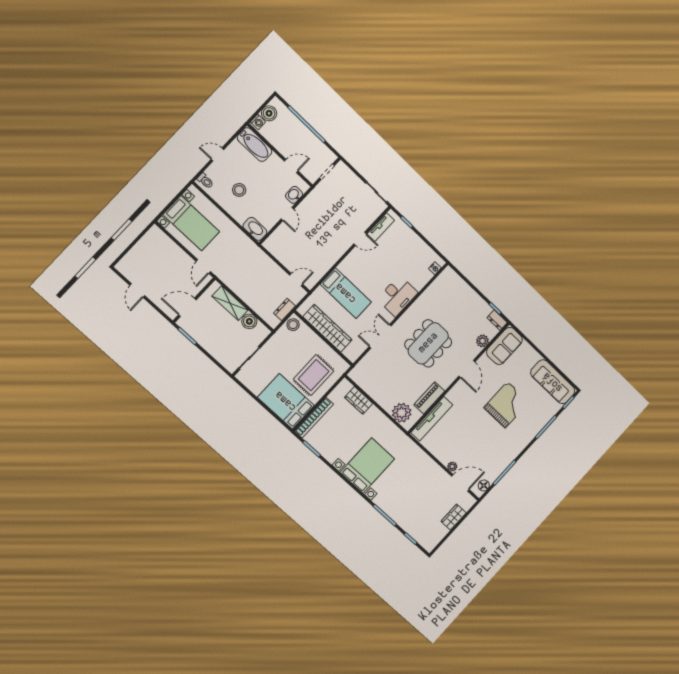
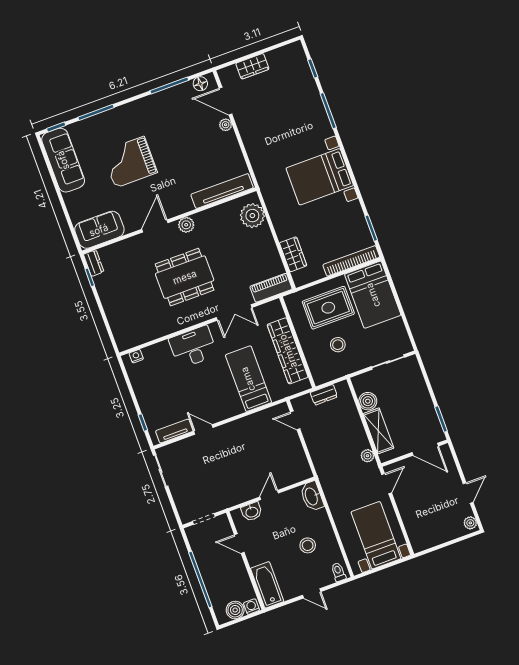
plant: (124, 269) -> (470, 523), added
plant: (229, 280) -> (367, 456), added
stool: (293, 325) -> (338, 345), moved
plant: (482, 341) -> (186, 225), moved
piano: (429, 398) -> (271, 288), moved, turned 180

